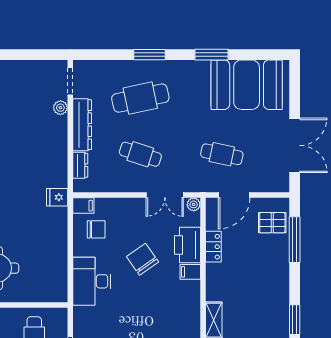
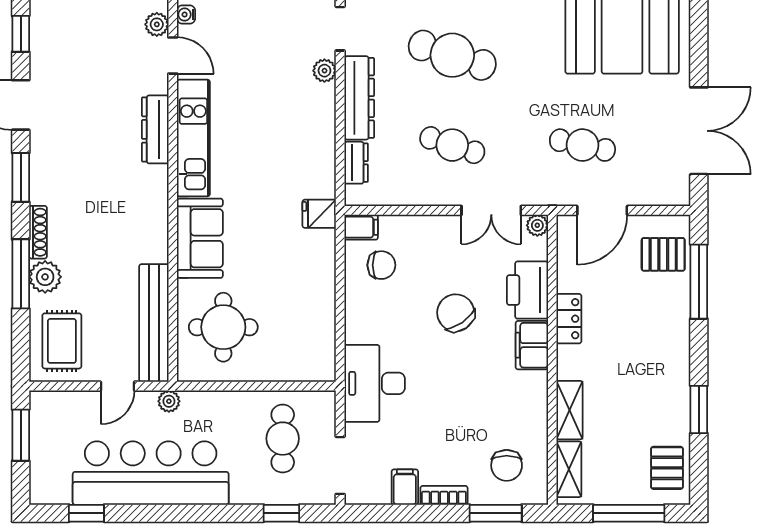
cafe table: (140, 98) -> (452, 55), turned 30
locker: (213, 247) -> (569, 319), moved
filing cabinet: (190, 272) -> (532, 345), width x2.00
desk: (92, 281) -> (375, 383), moved

